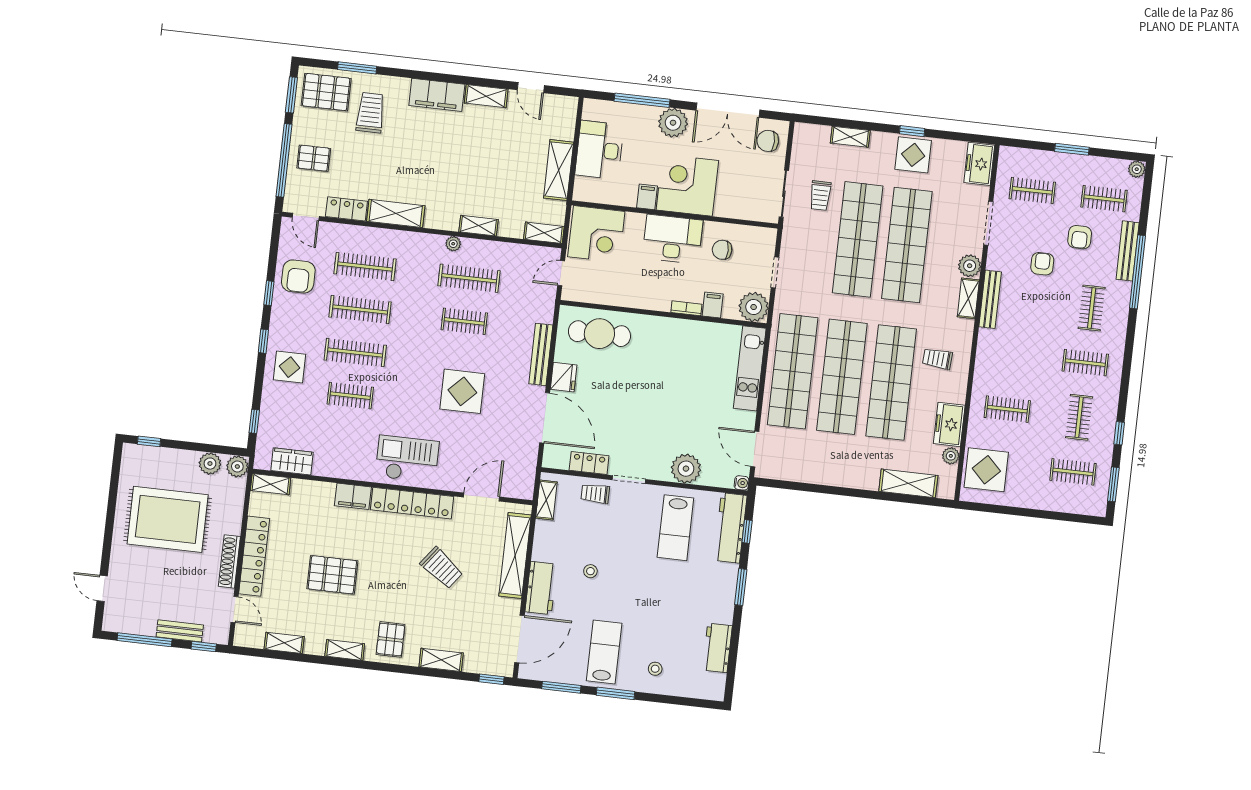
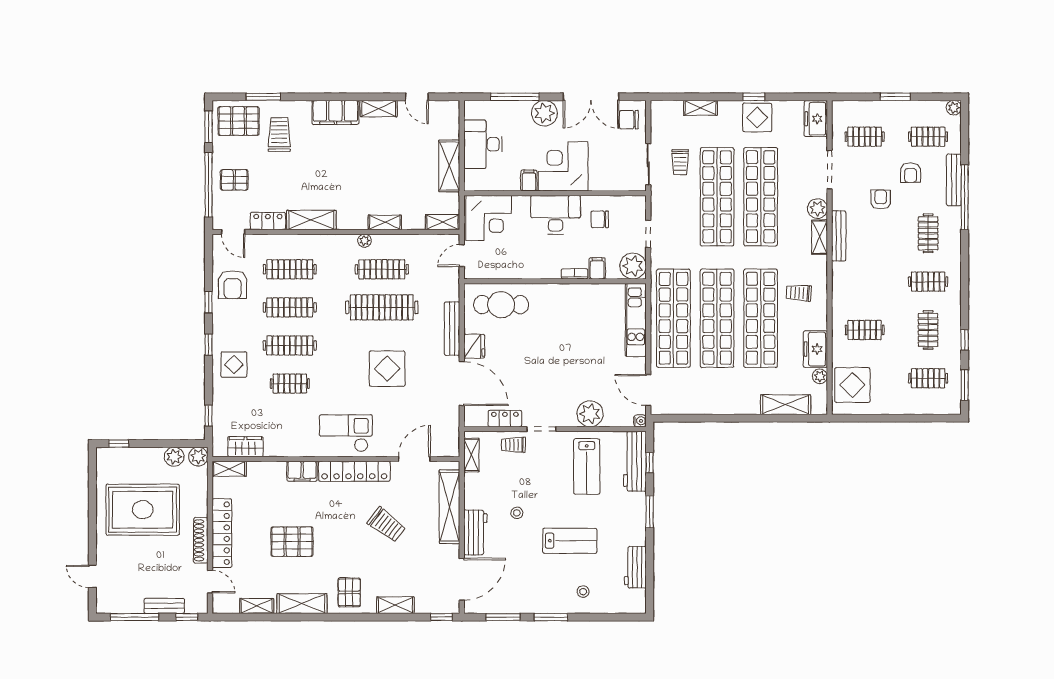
clothes rail: (464, 321) -> (382, 307), width x1.86, depth x1.31
shelving: (345, 650) -> (302, 604), width x1.50, depth x1.33
lab bench: (604, 652) -> (570, 541), moved, turned 90

